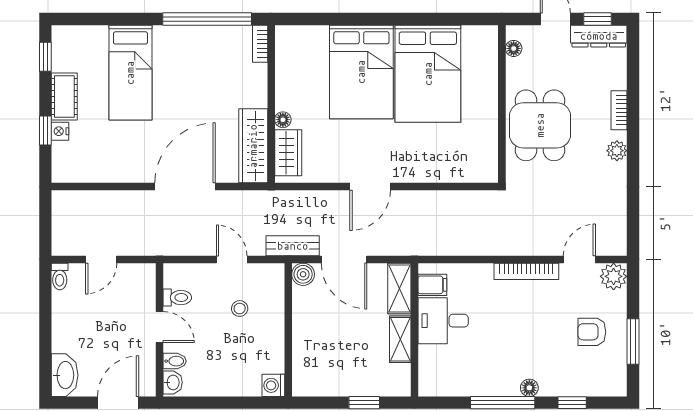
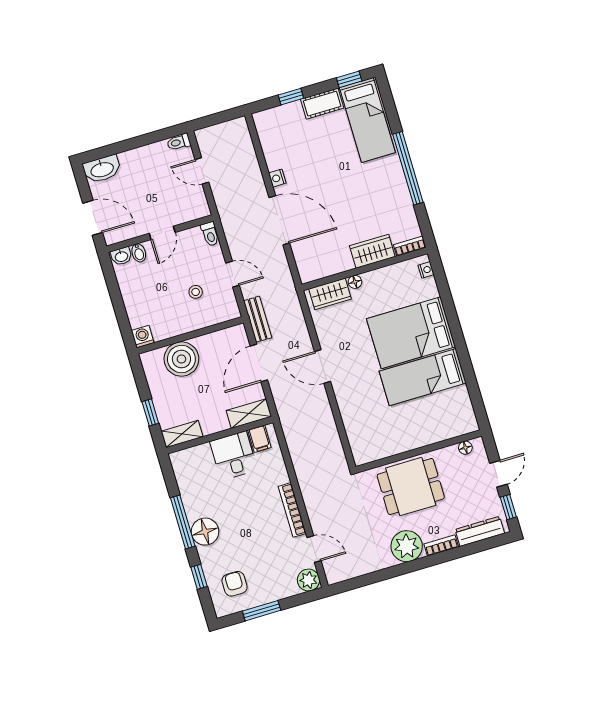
window: (207, 19) -> (408, 168), moved
nightstand: (293, 33) -> (426, 270), added
dresser: (599, 36) -> (480, 531), moved, turned 90
bed: (130, 73) -> (367, 120), moved, turned -90
bed: (428, 74) -> (423, 377), width x0.67
nightstand: (60, 131) -> (277, 178), moved, turned -90
wardrobe: (253, 146) -> (372, 251), moved, width x0.67
plant: (617, 151) -> (407, 546), width x1.87, depth x1.87
door: (232, 259) -> (233, 274), hinge flipped
boiler: (303, 274) -> (181, 359), moved, width x1.86, depth x1.86
toilet: (177, 298) -> (210, 234), moved
armchair: (592, 332) -> (235, 584), moved
shelving: (400, 339) -> (182, 434), moved
floor lamp: (529, 388) -> (205, 532), width x1.89, depth x1.89

